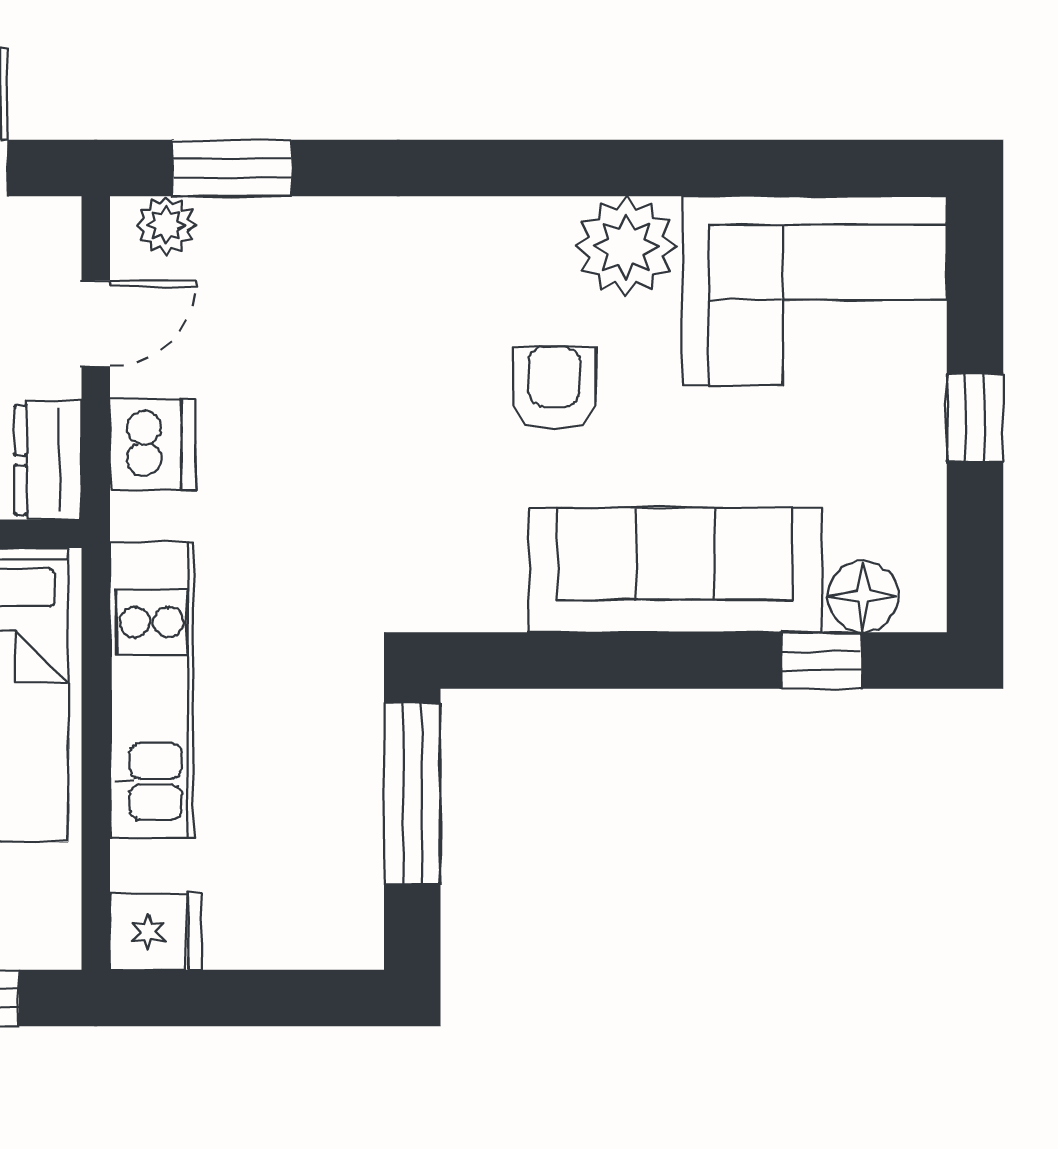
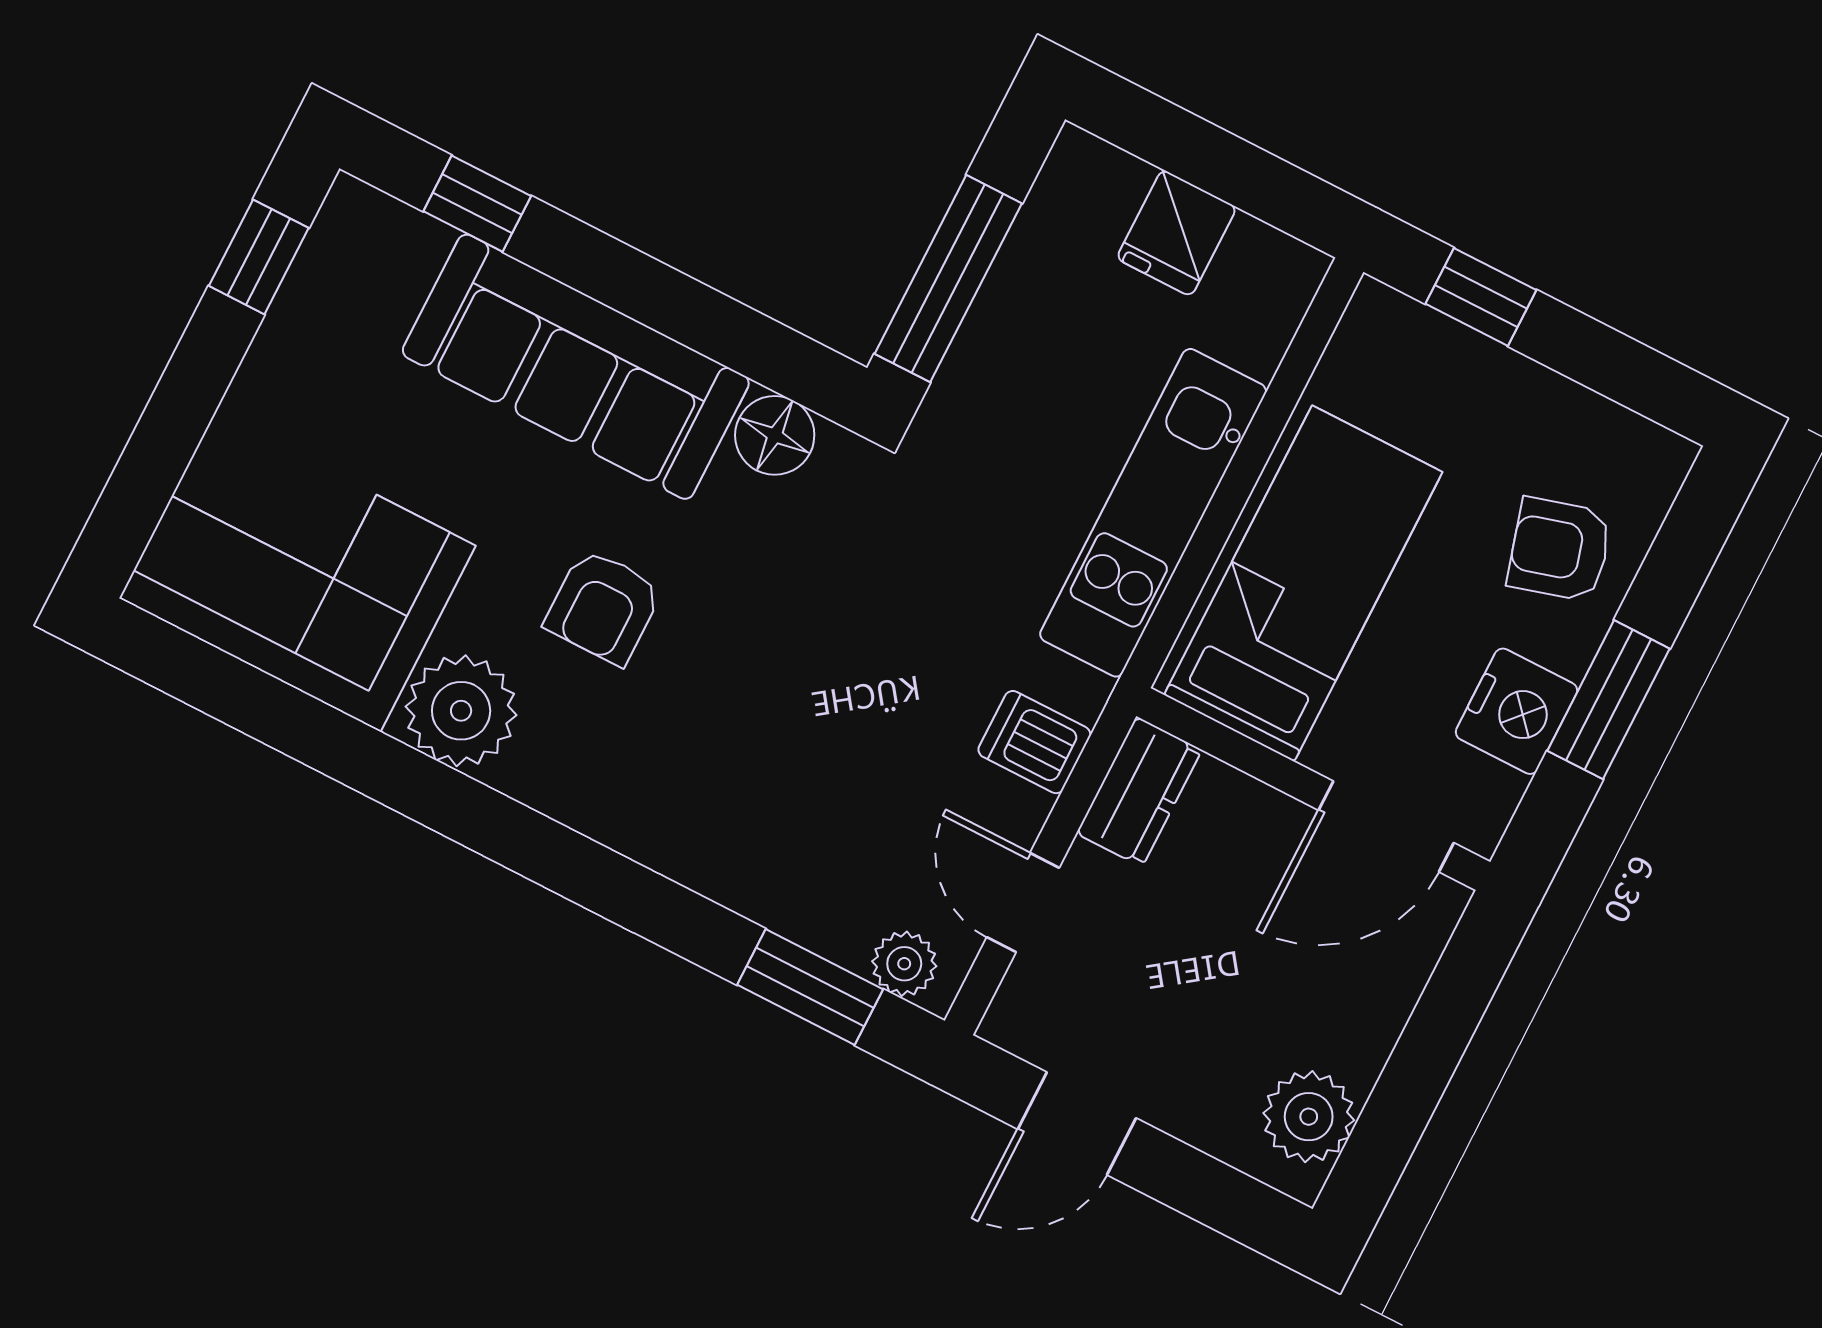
door: (96, 323) -> (1023, 903), hinge flipped
window: (975, 418) -> (259, 257), moved
dishwasher: (153, 444) -> (1034, 742), width x0.73
floor lamp: (863, 597) -> (775, 435), moved
fridge: (155, 932) -> (1177, 233), moved, turned -90

